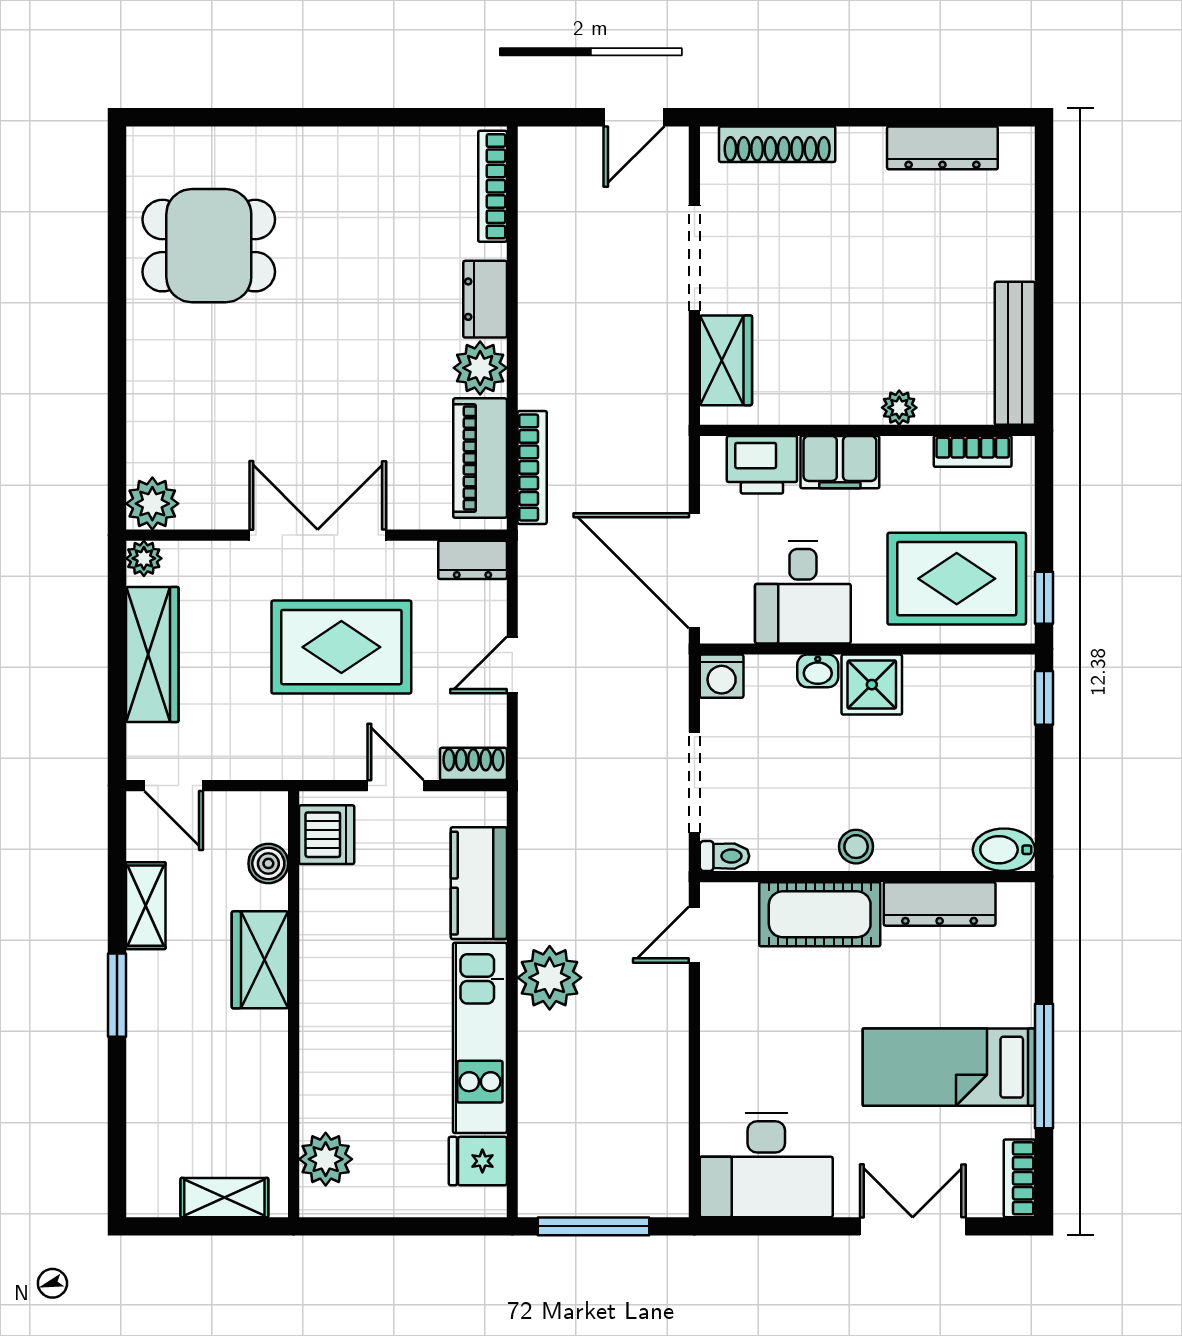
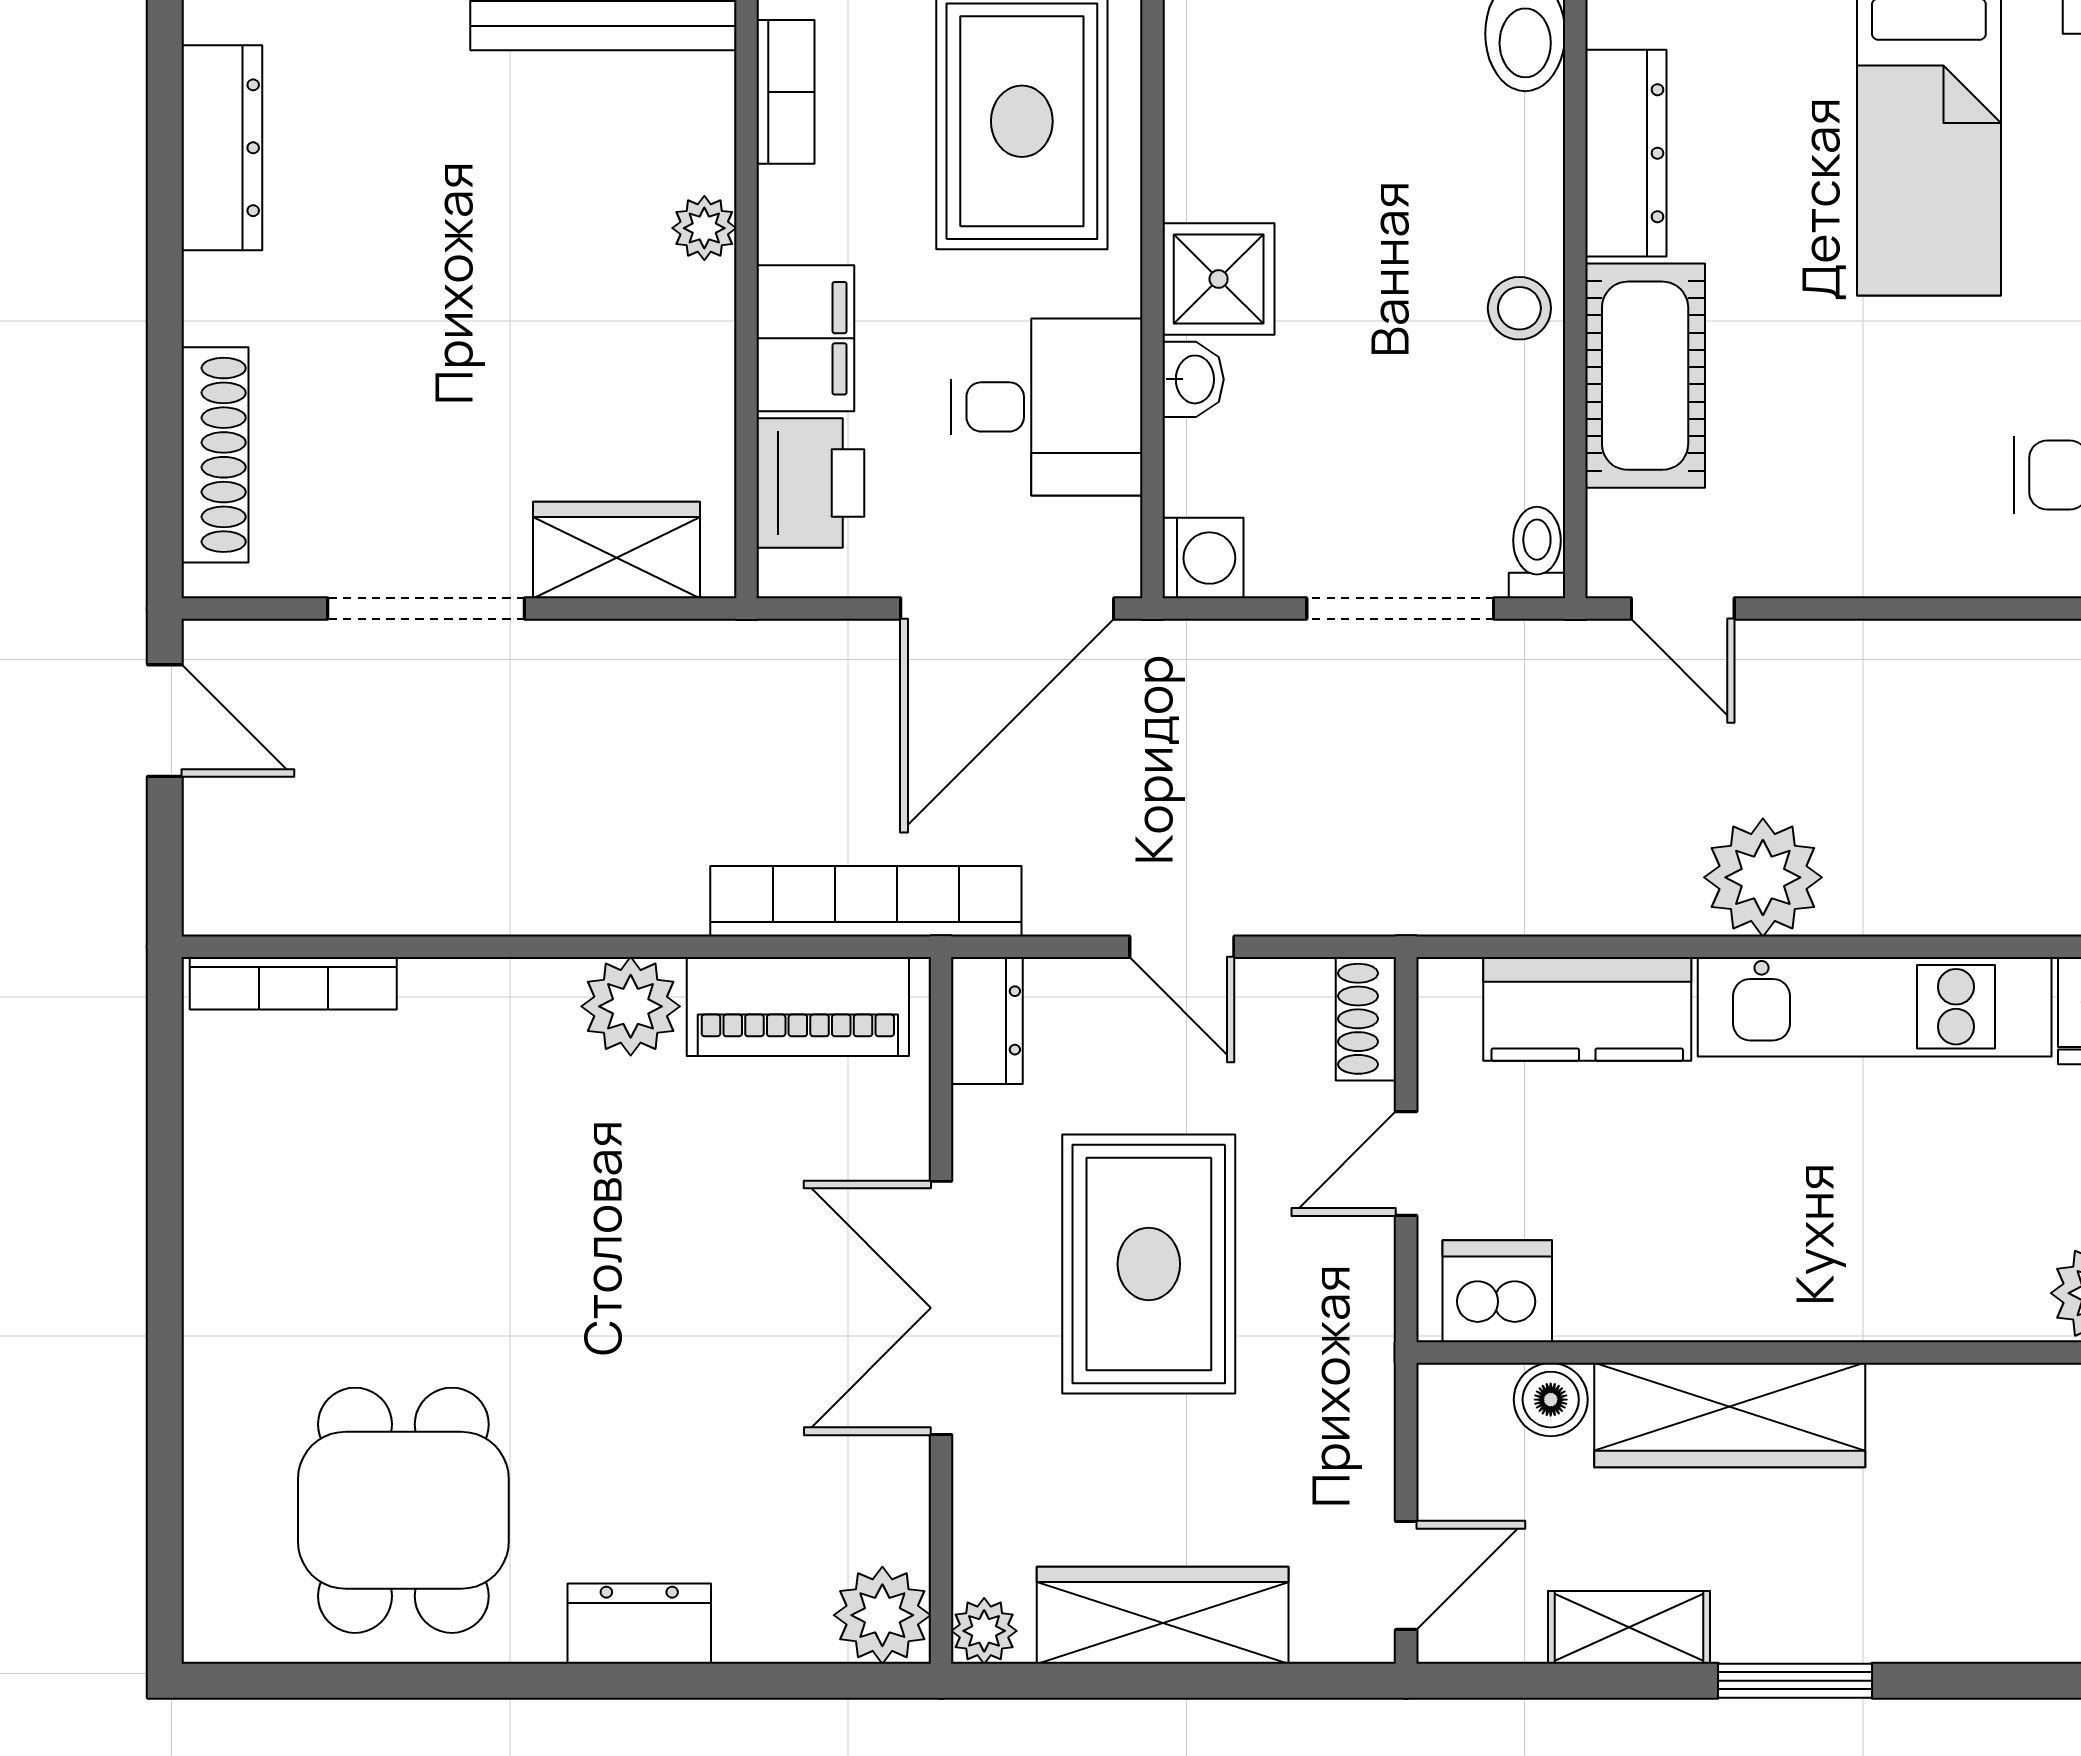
dresser: (485, 299) -> (639, 1624), moved, turned 180
bookcase: (532, 467) -> (866, 901), width x1.48, depth x1.31
wardrobe: (260, 960) -> (1730, 1415), width x1.50

